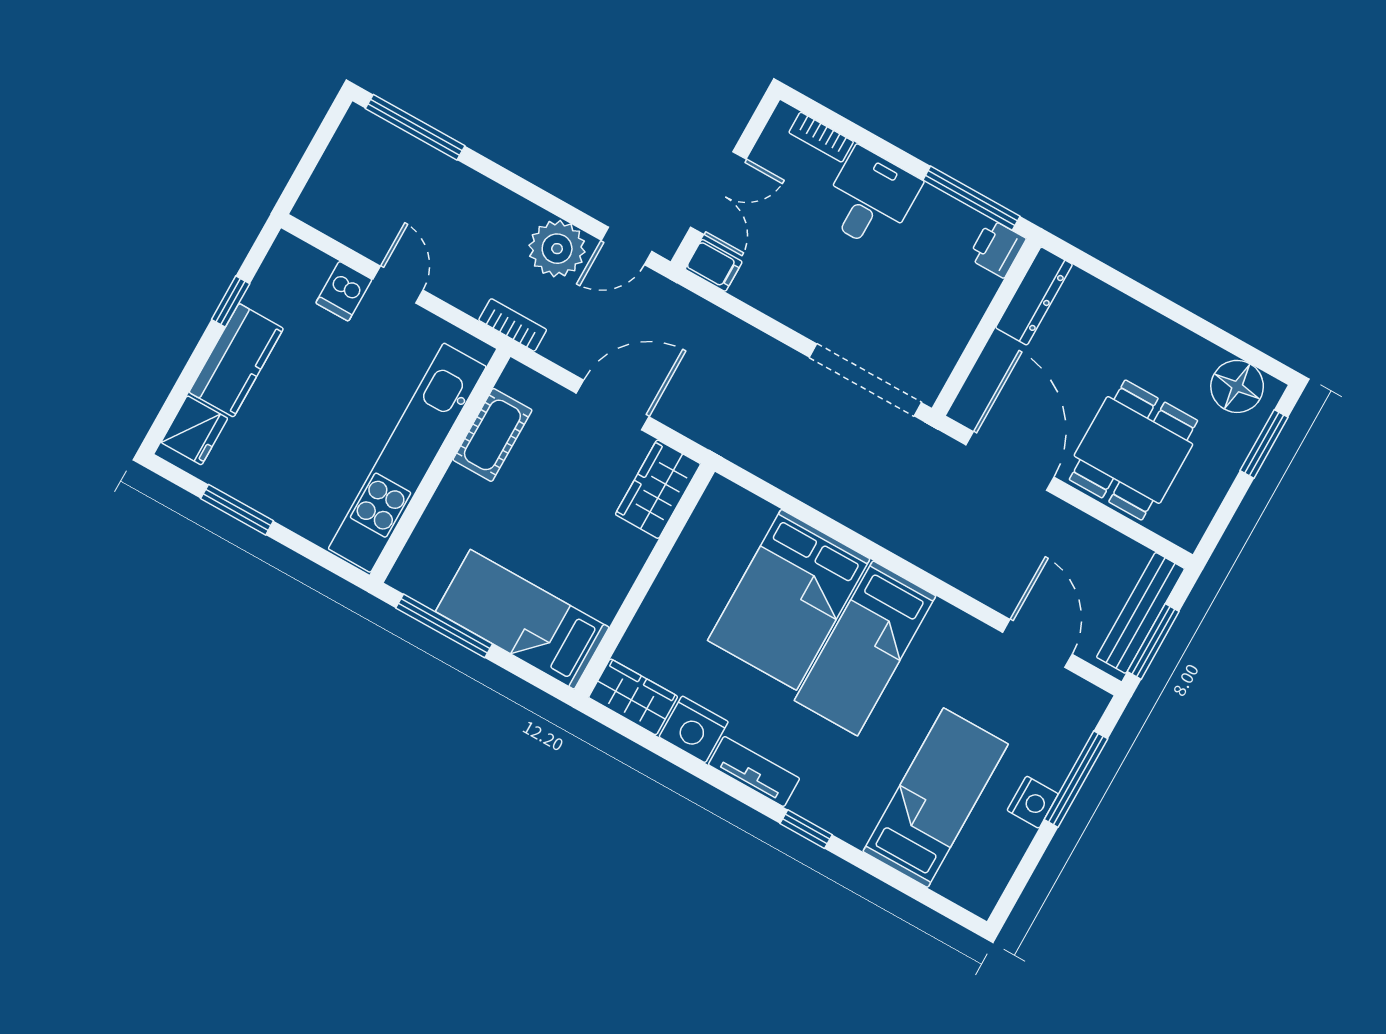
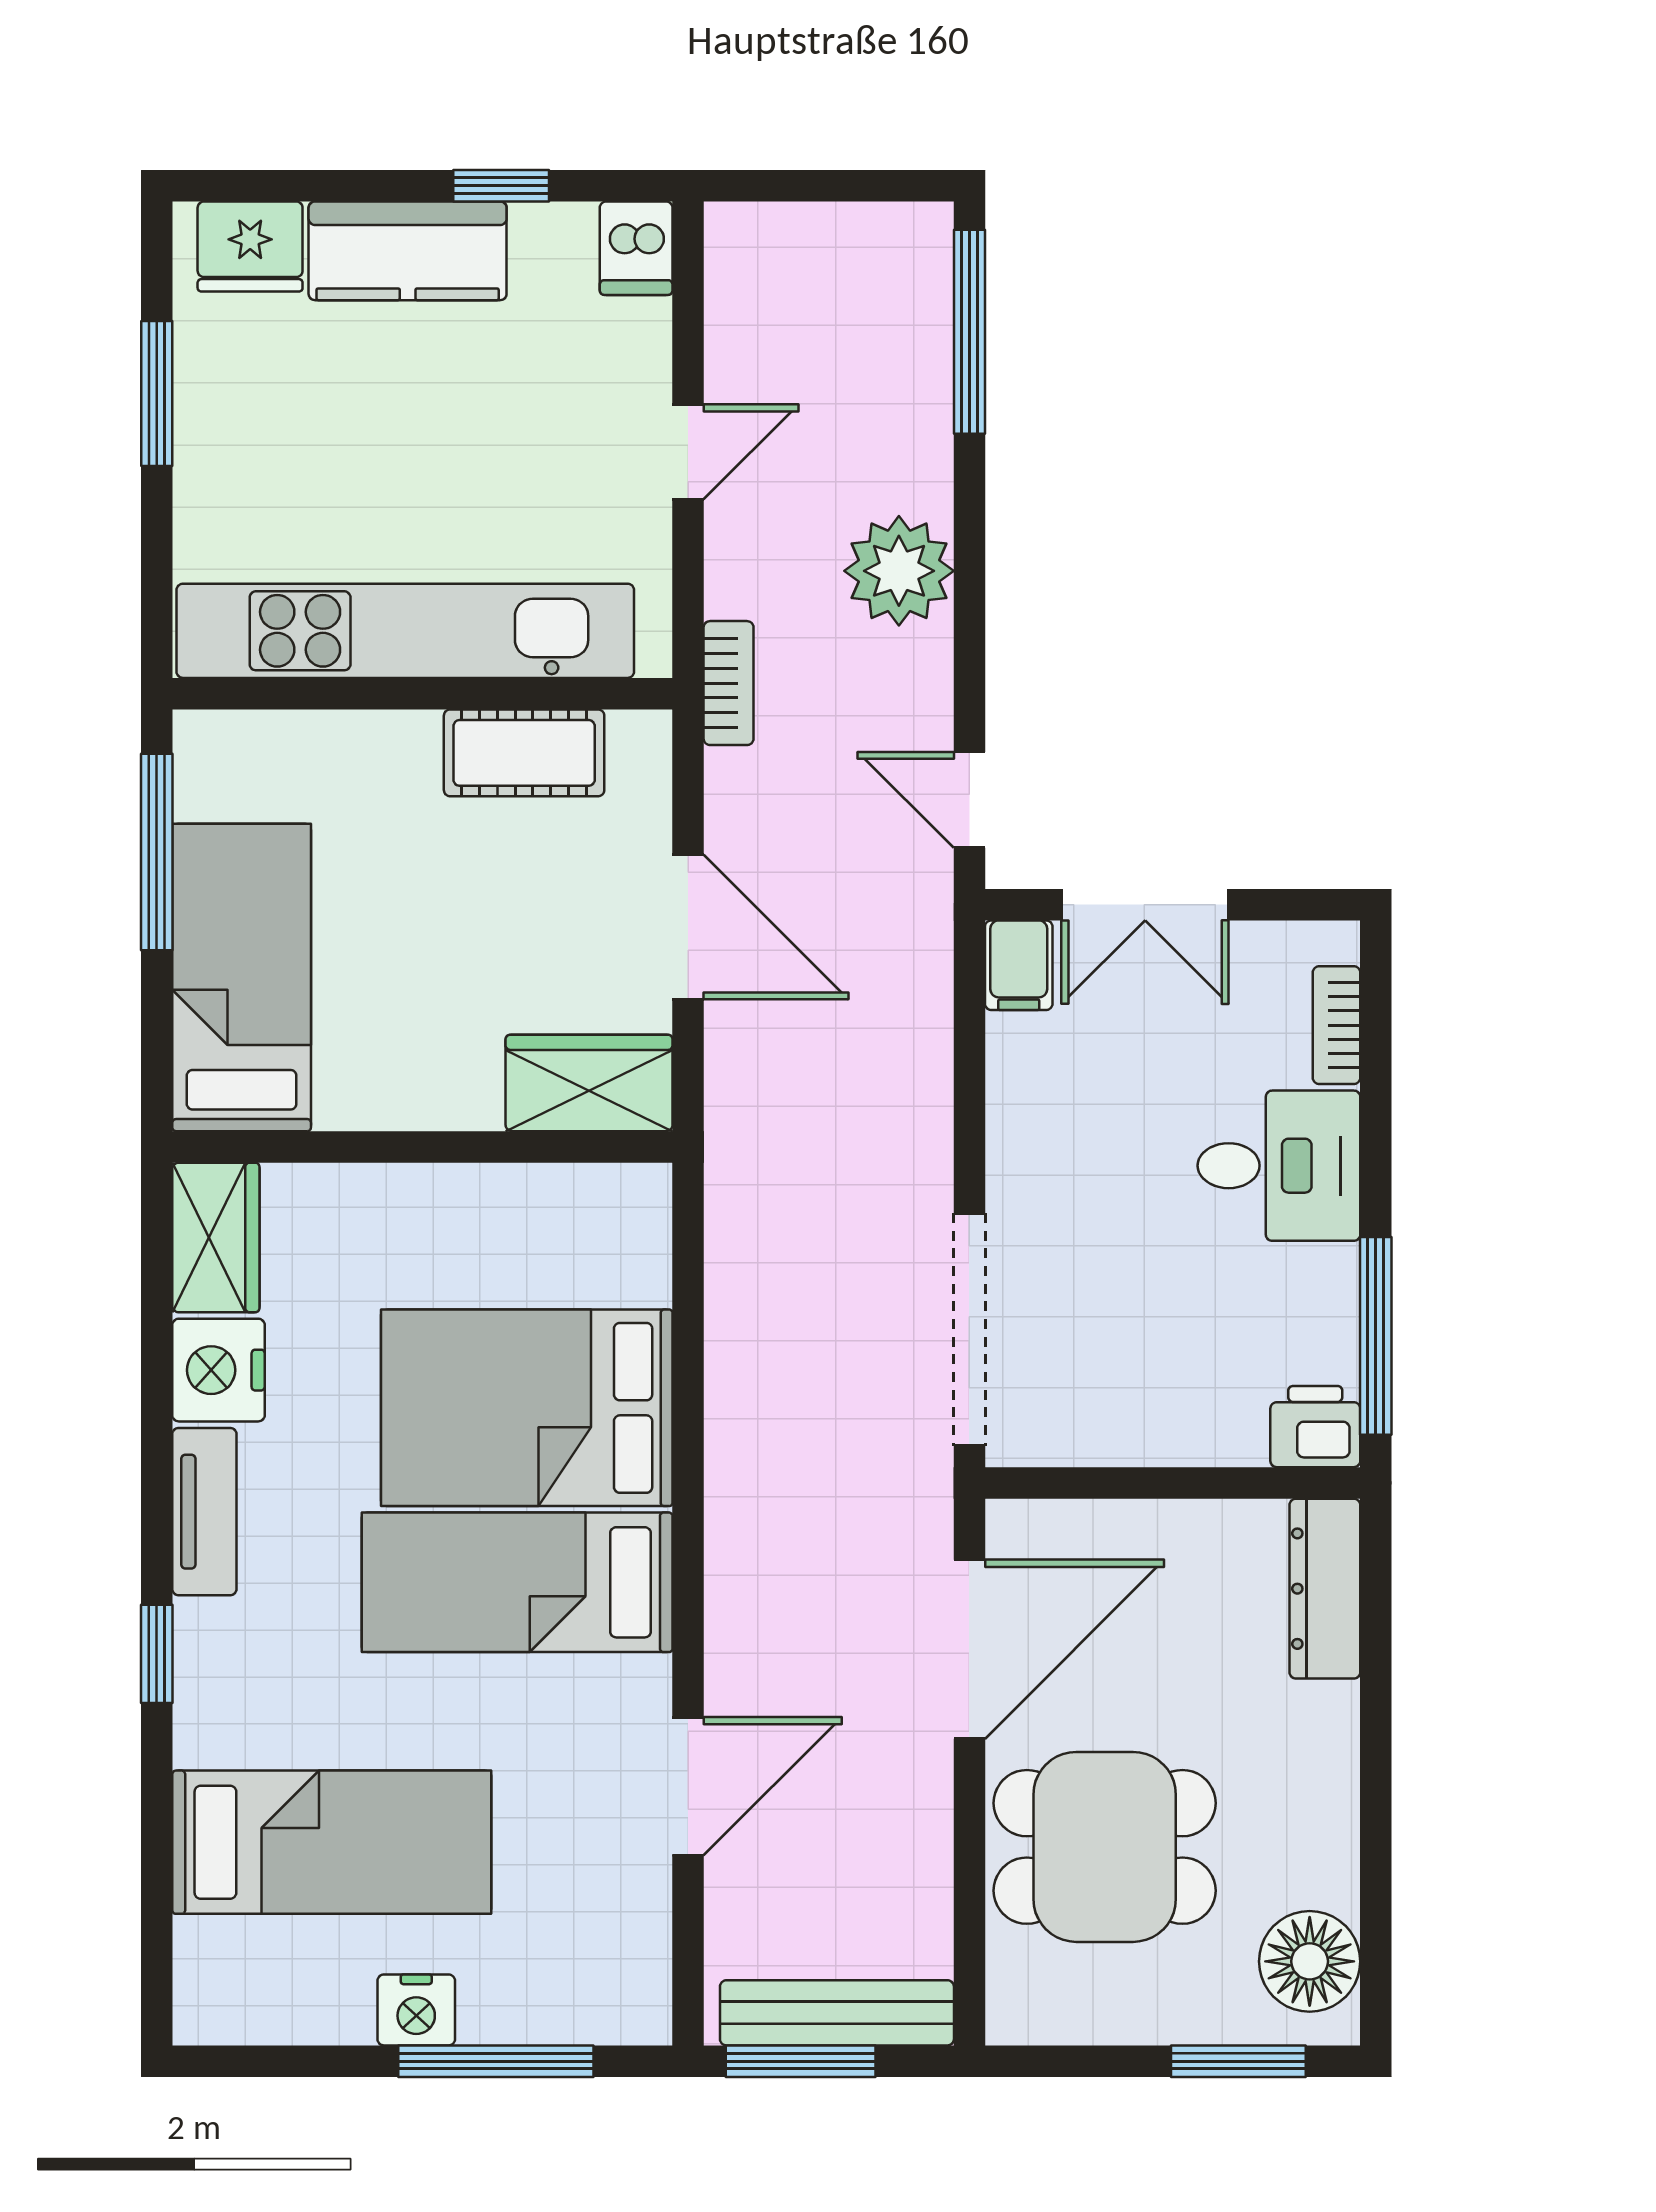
plant: (557, 249) -> (899, 571), moved
dishwasher: (344, 291) -> (636, 248), moved, turned -90
dresser: (1034, 296) -> (1325, 1589), moved, turned 90
door: (1037, 643) -> (688, 1786), moved

